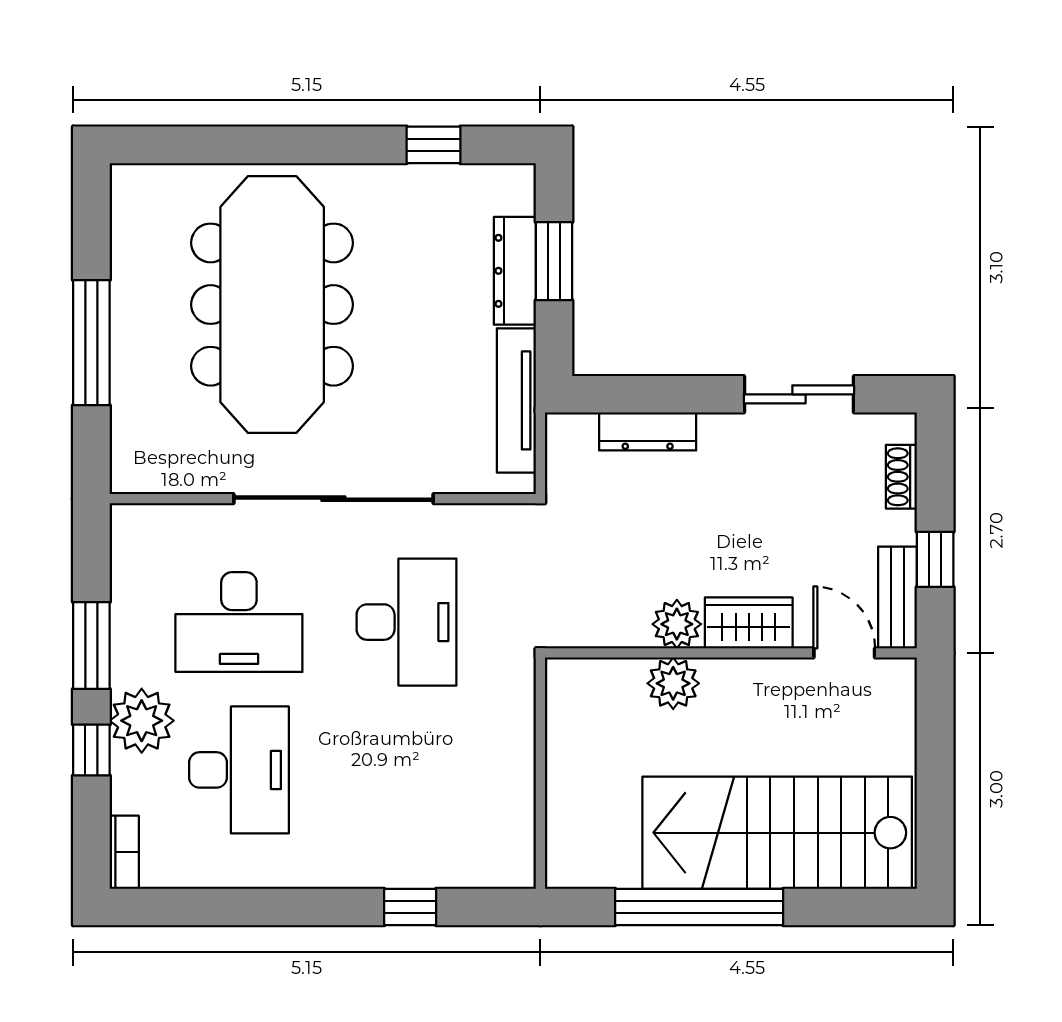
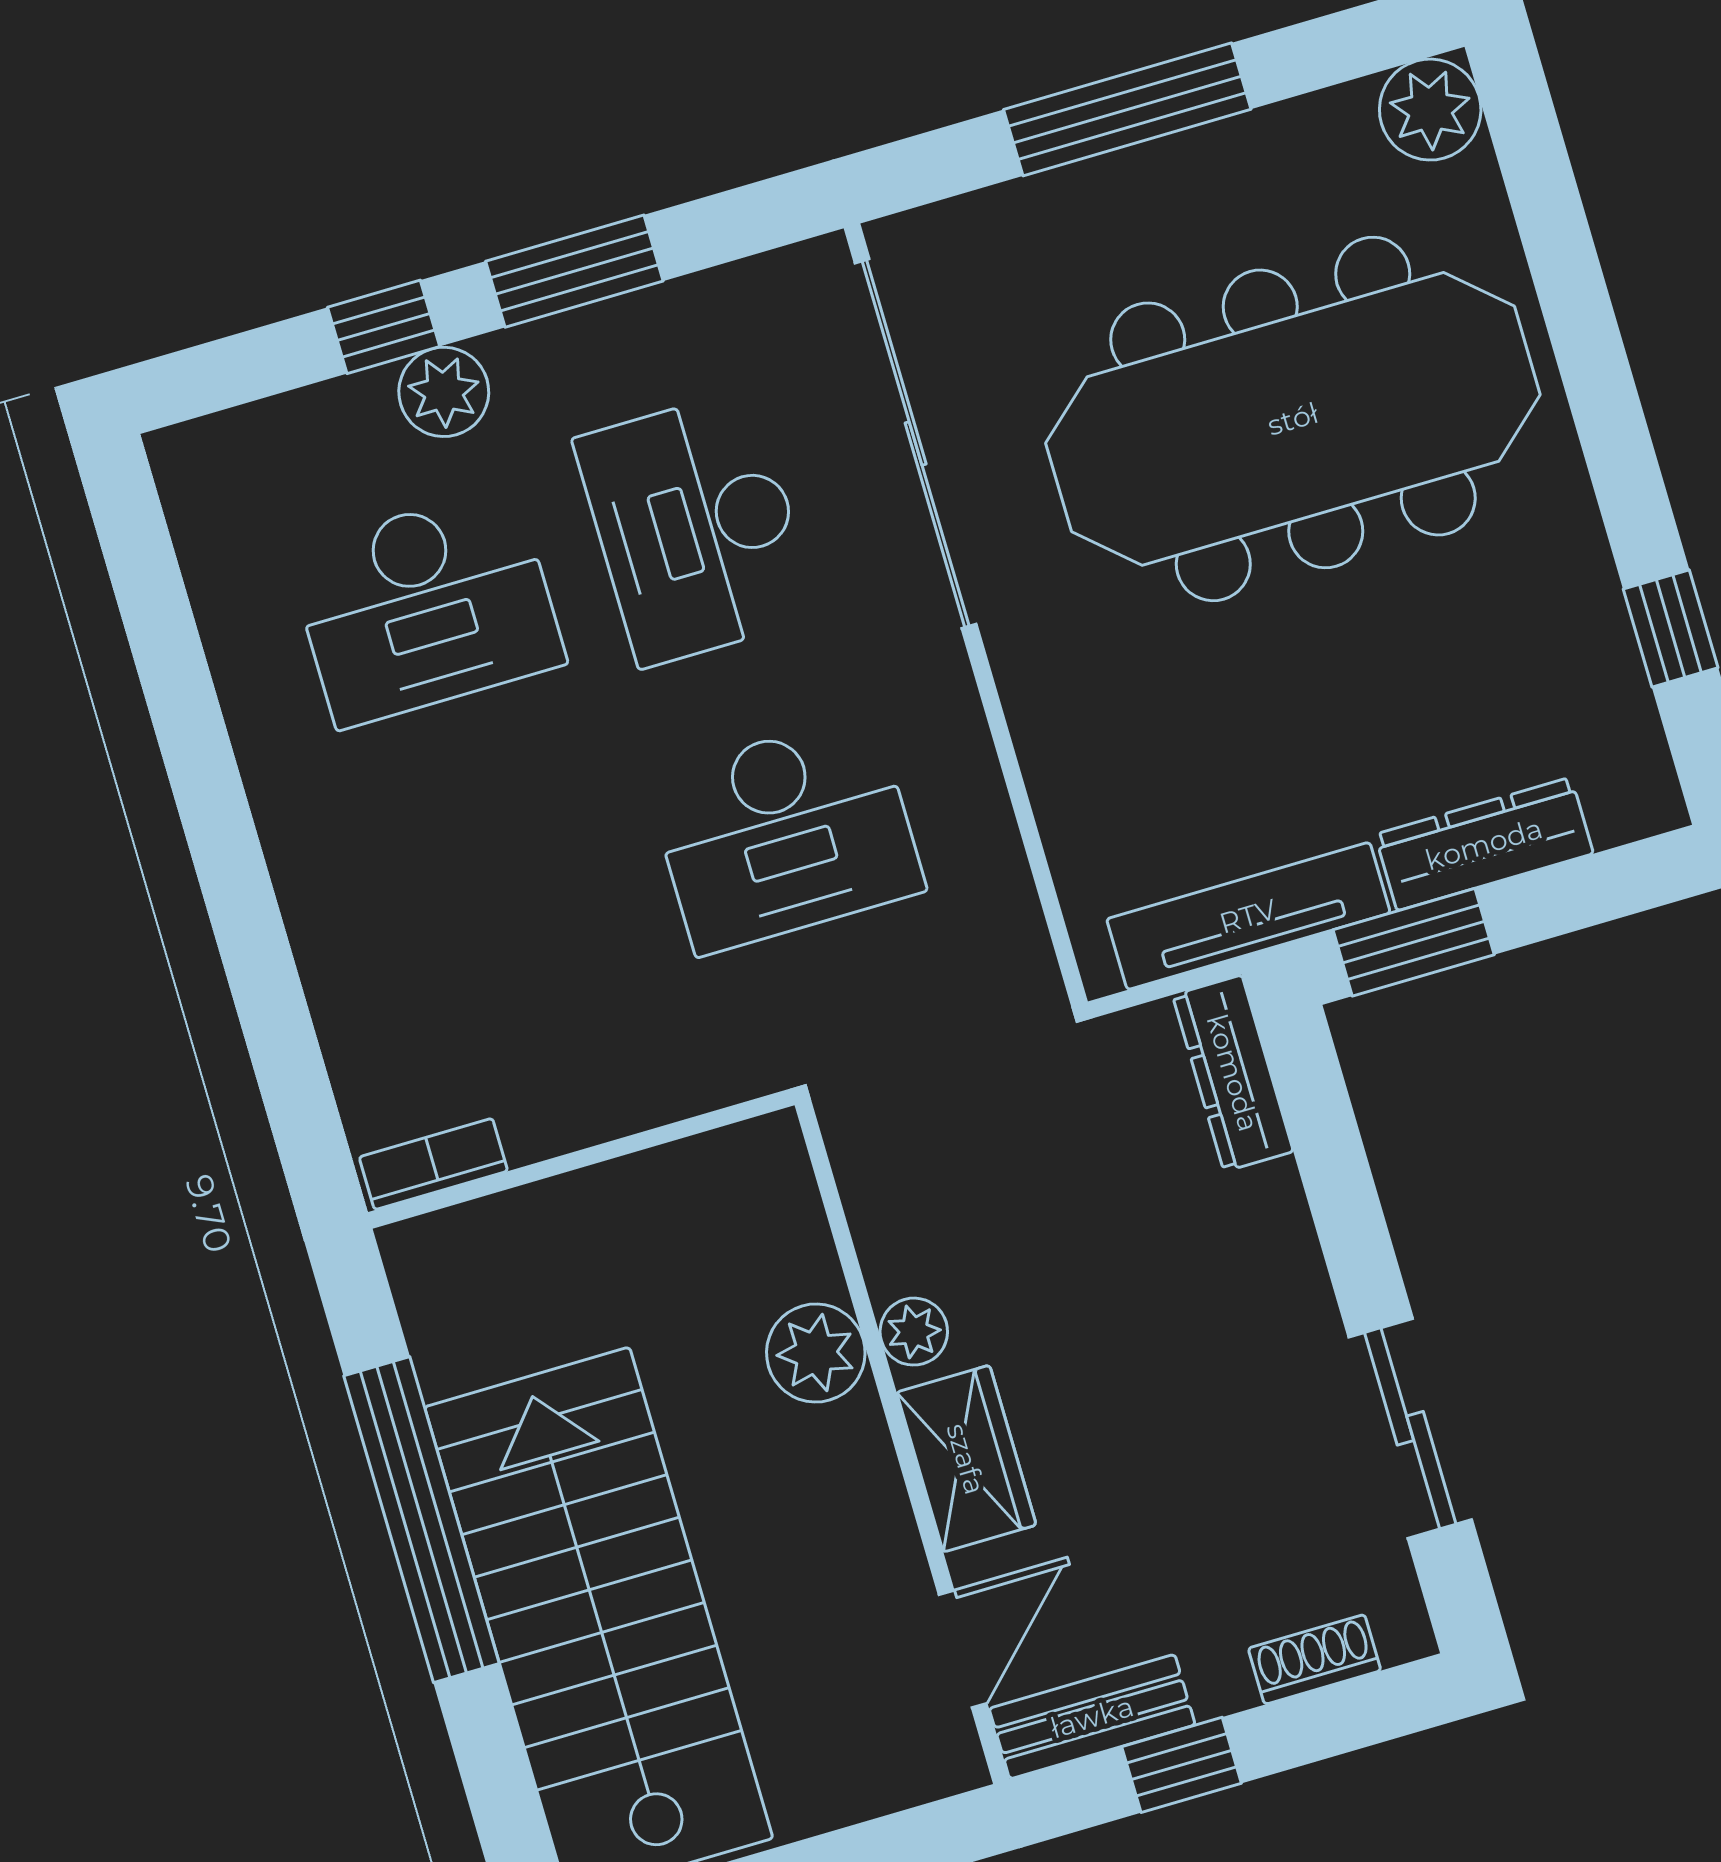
plant: (136, 190) -> (1430, 110), added
window: (554, 261) -> (1414, 942), moved
dresser: (648, 431) -> (1233, 1073), moved
sliding door: (333, 499) -> (916, 443), moved
plant: (677, 624) -> (914, 1332), width x0.73, depth x0.73
plant: (142, 721) -> (444, 392), width x0.73, depth x0.73
bookcase: (124, 852) -> (433, 1164), moved, turned 180
window: (410, 907) -> (267, 992), removed

